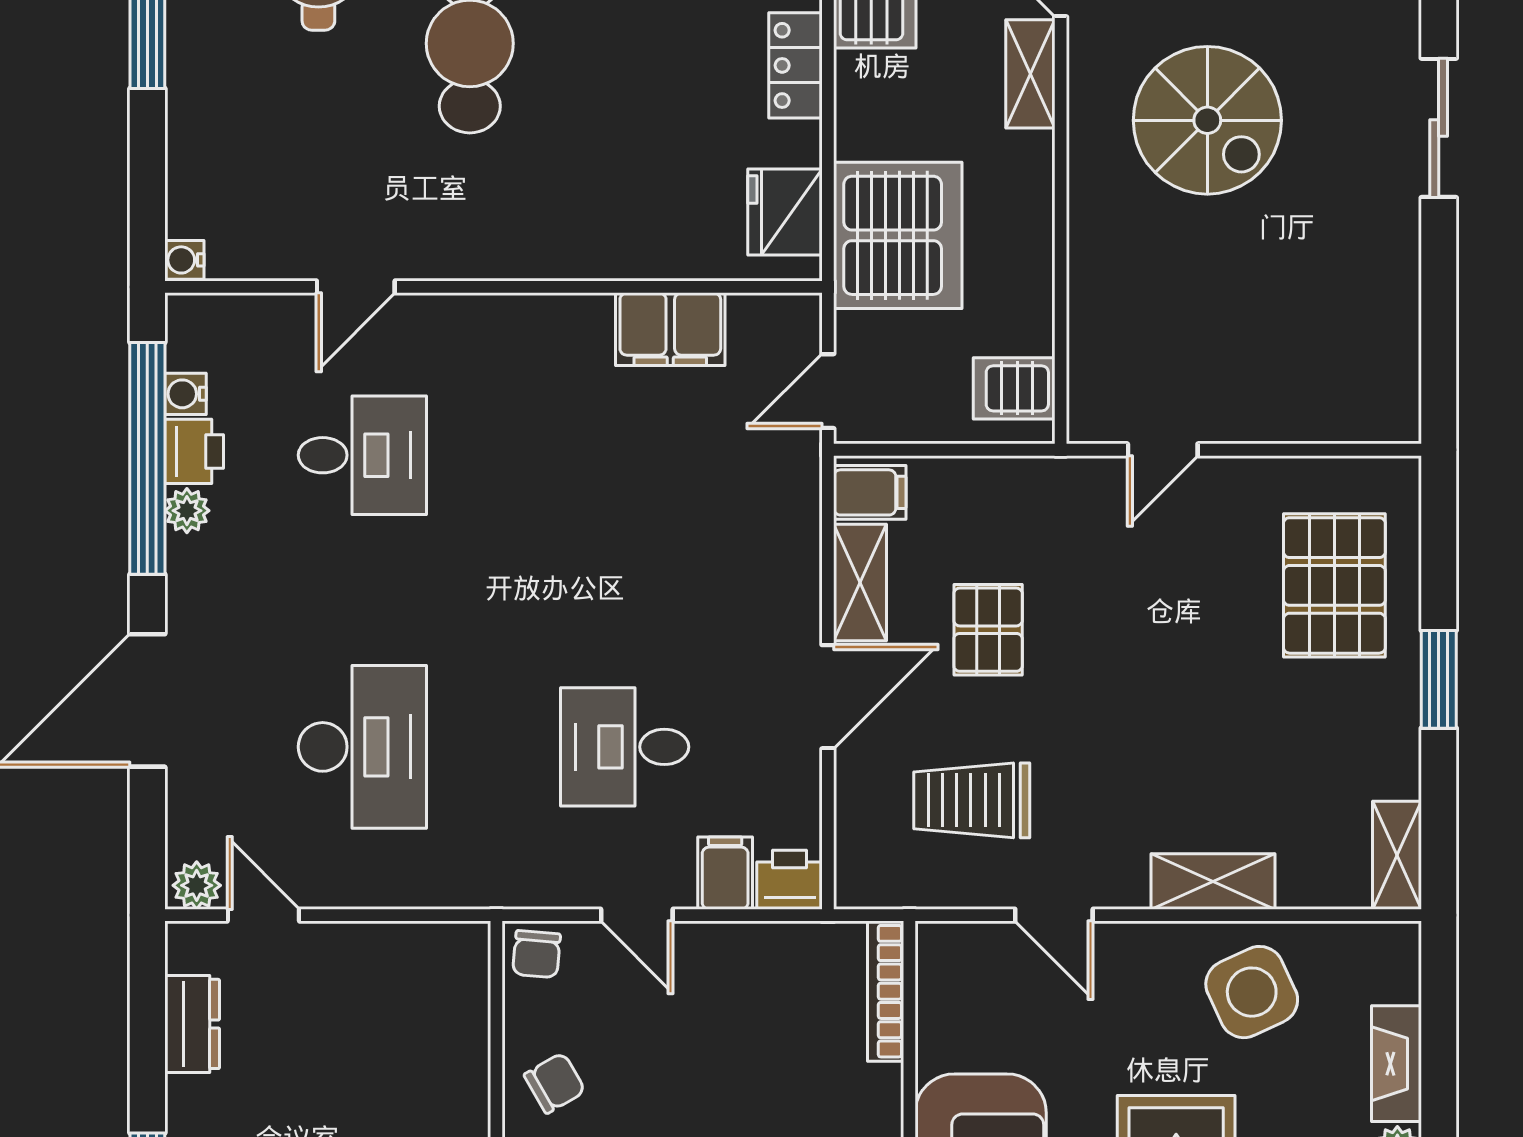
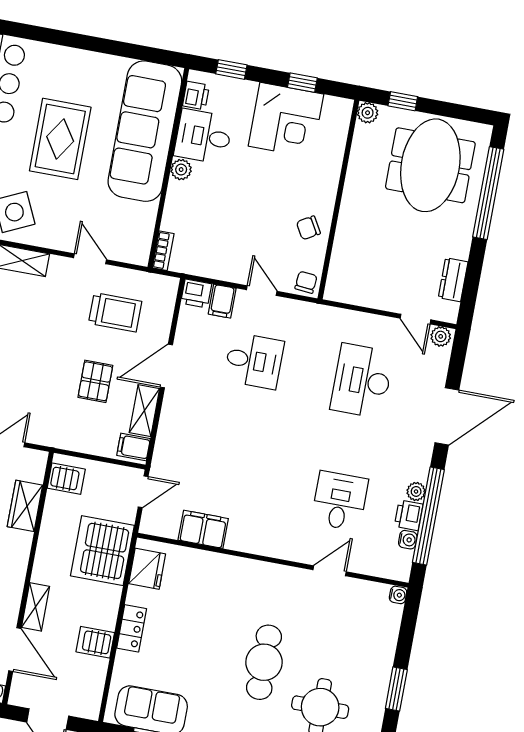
wardrobe: (1099, 307) -> (25, 506), added
desk: (362, 455) -> (340, 501), turned 90
bookcase: (886, 991) -> (163, 251), width x0.64

